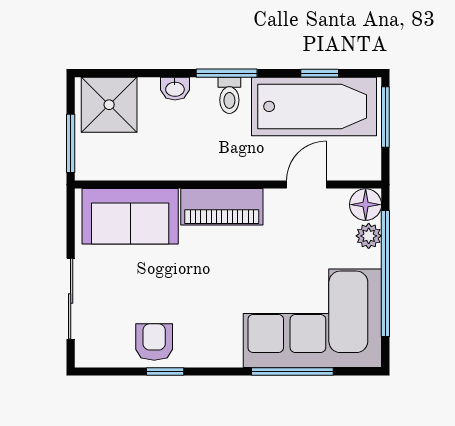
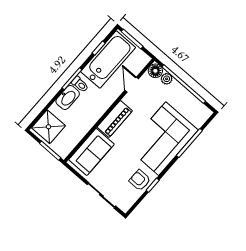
washbasin: (175, 89) -> (68, 97), width x1.91, depth x1.45
corner sofa: (312, 318) -> (162, 139), moved

